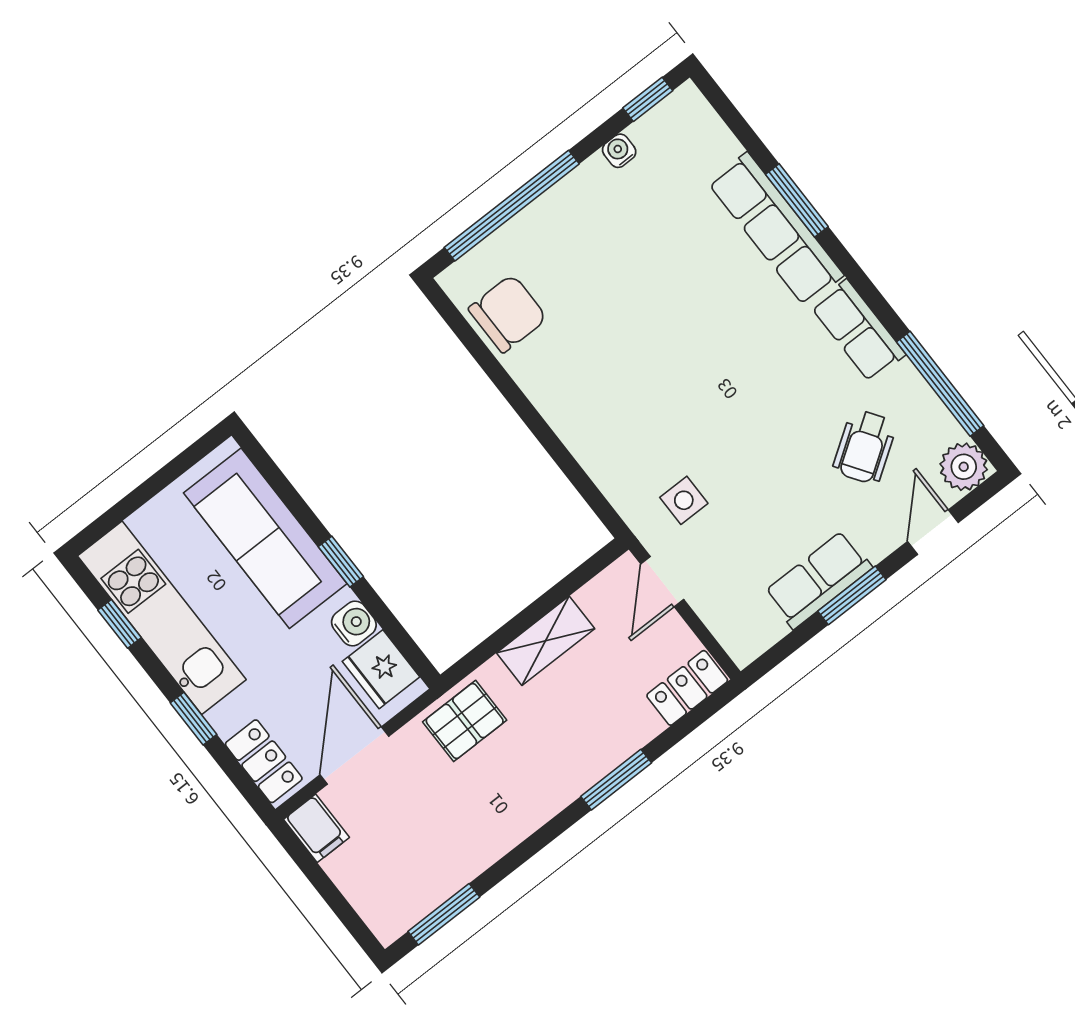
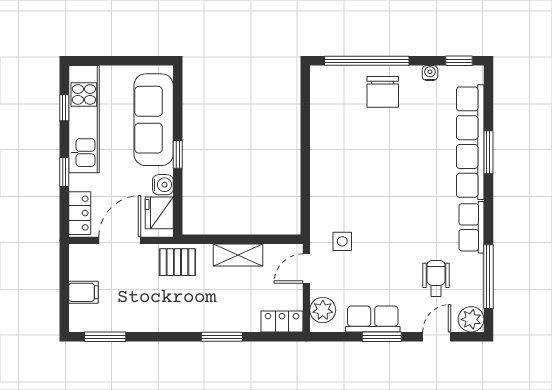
row of seats: (776, 229) -> (470, 142), width x1.36
chair: (508, 314) -> (383, 92), moved, turned 90
wheelchair: (865, 447) -> (436, 278), turned 124
plant: (734, 624) -> (323, 310), added
filing cabinet: (316, 828) -> (83, 292), moved, turned -90

